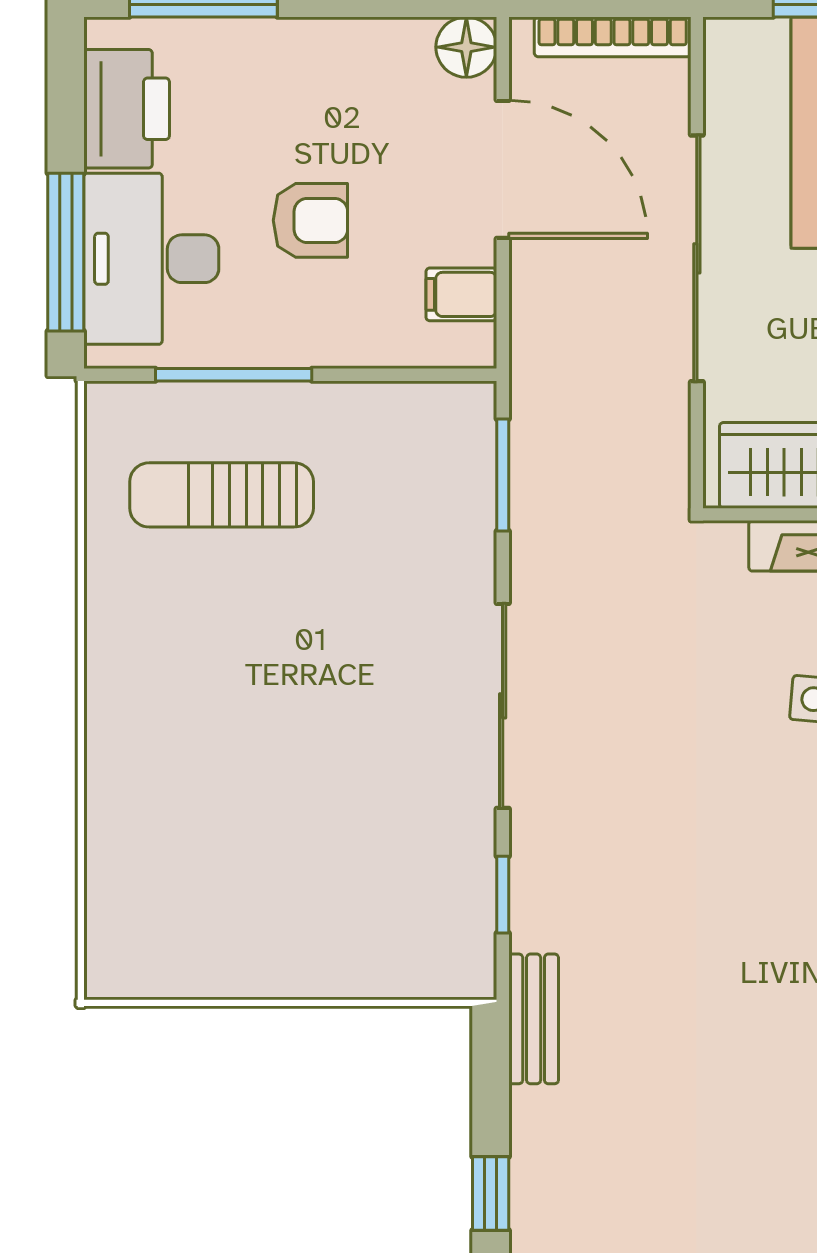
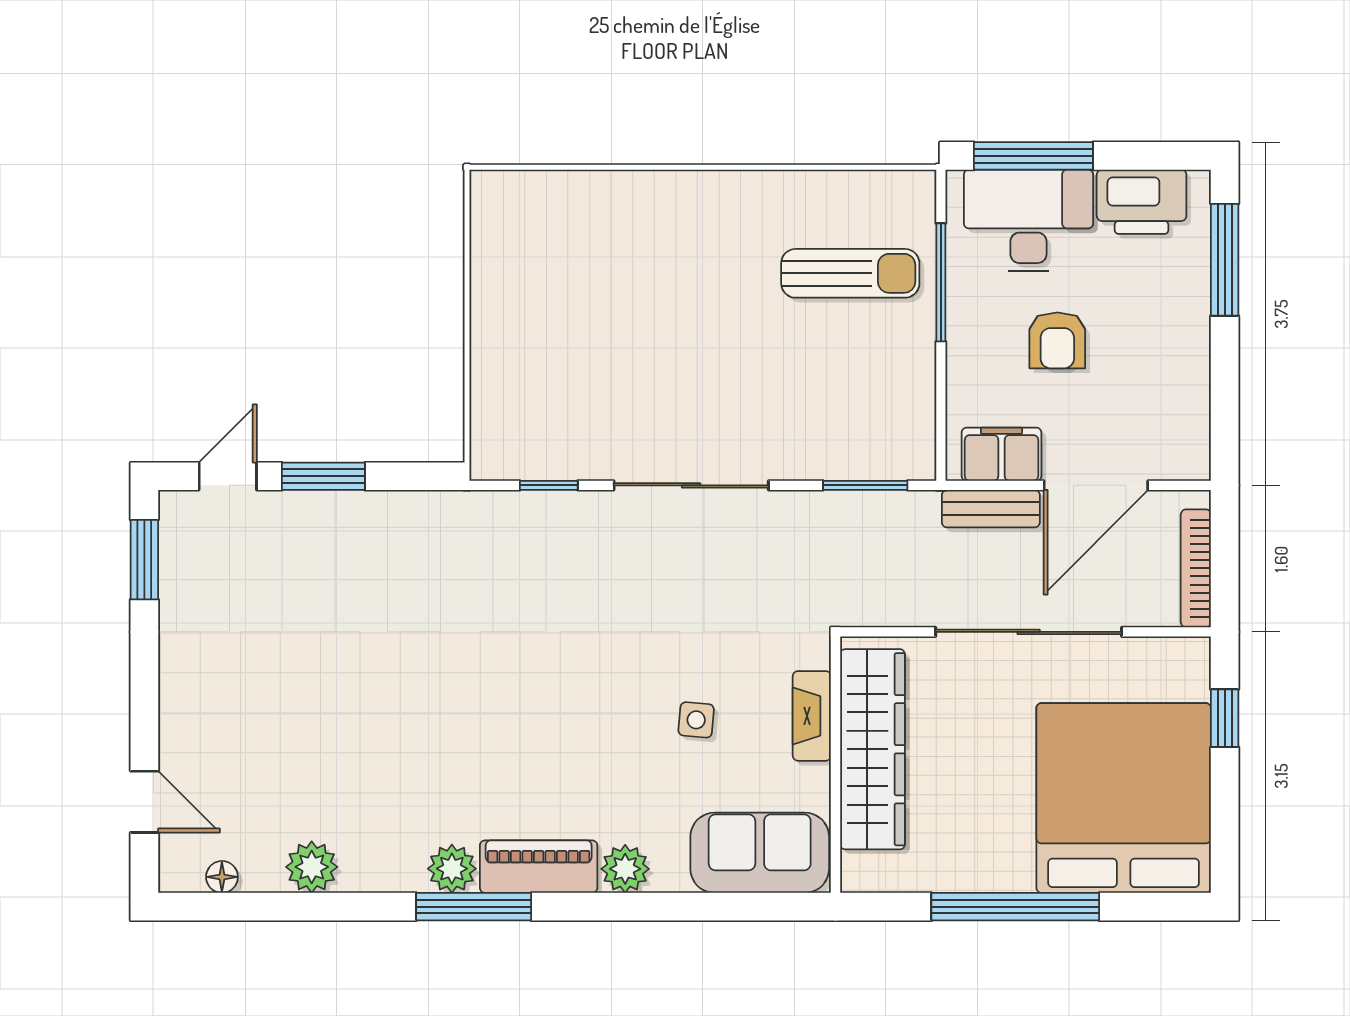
floor lamp: (466, 47) -> (1188, 458), removed
filing cabinet: (461, 294) -> (1001, 454), width x2.00
sun lounger: (222, 495) -> (850, 273), turned 90
bench: (534, 1019) -> (991, 509), moved
window: (491, 1193) -> (323, 476), width x1.50

